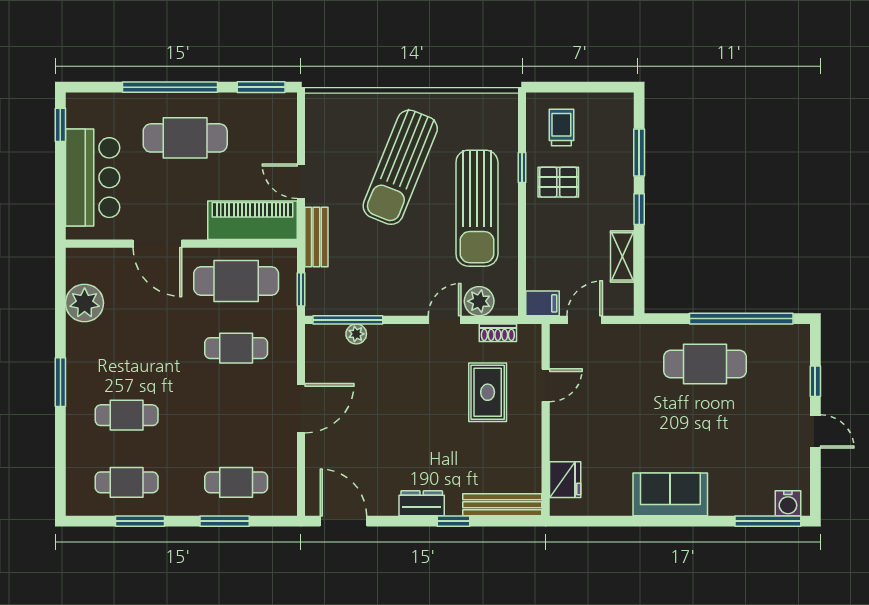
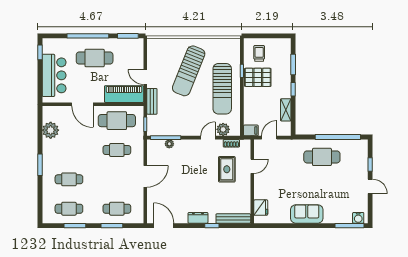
pallet: (558, 182) -> (258, 77), width x1.50, depth x1.42

